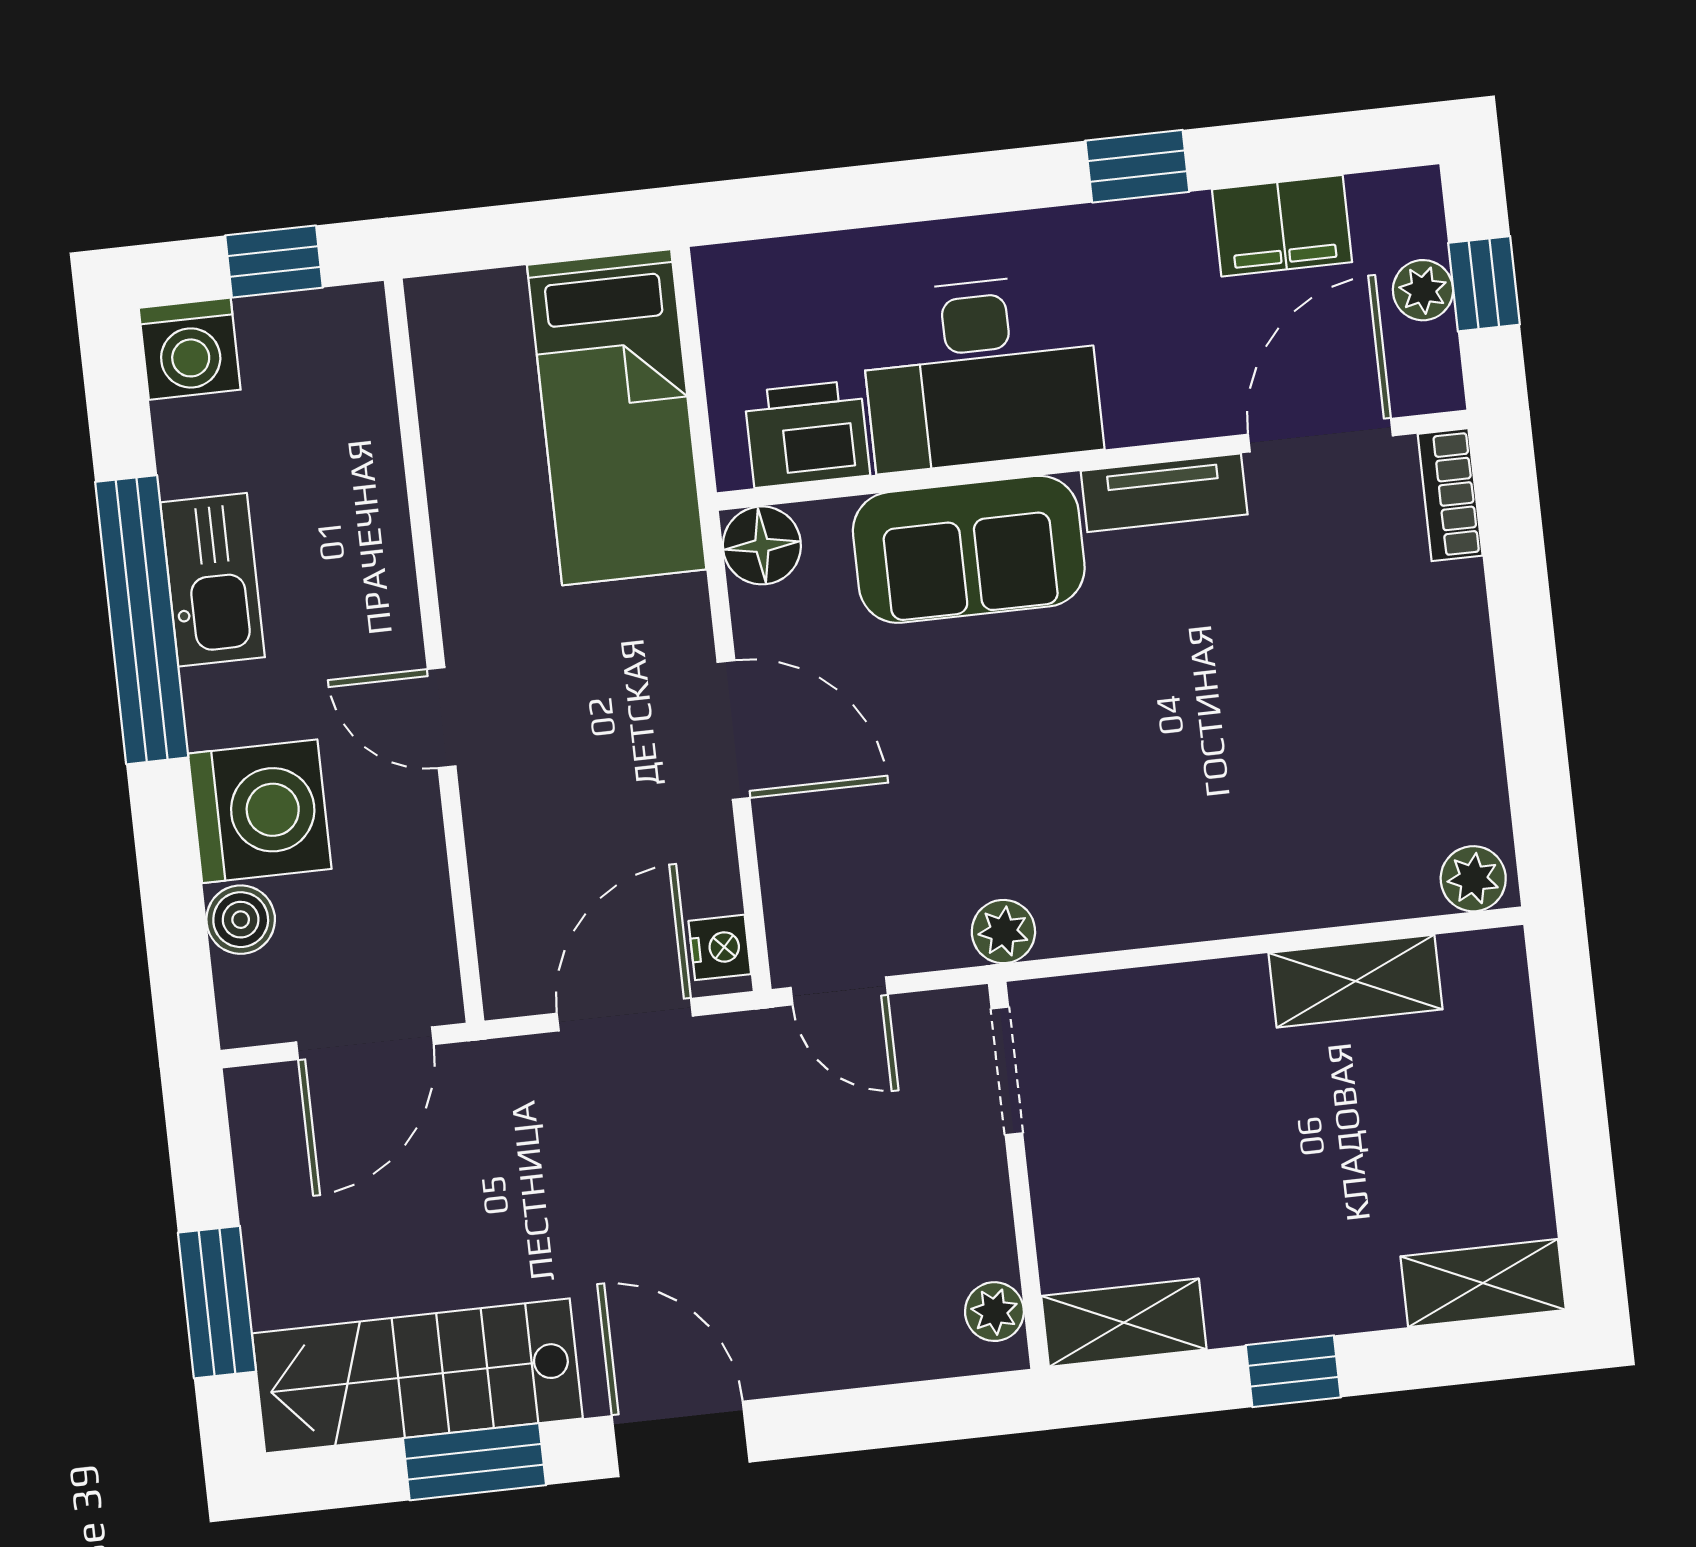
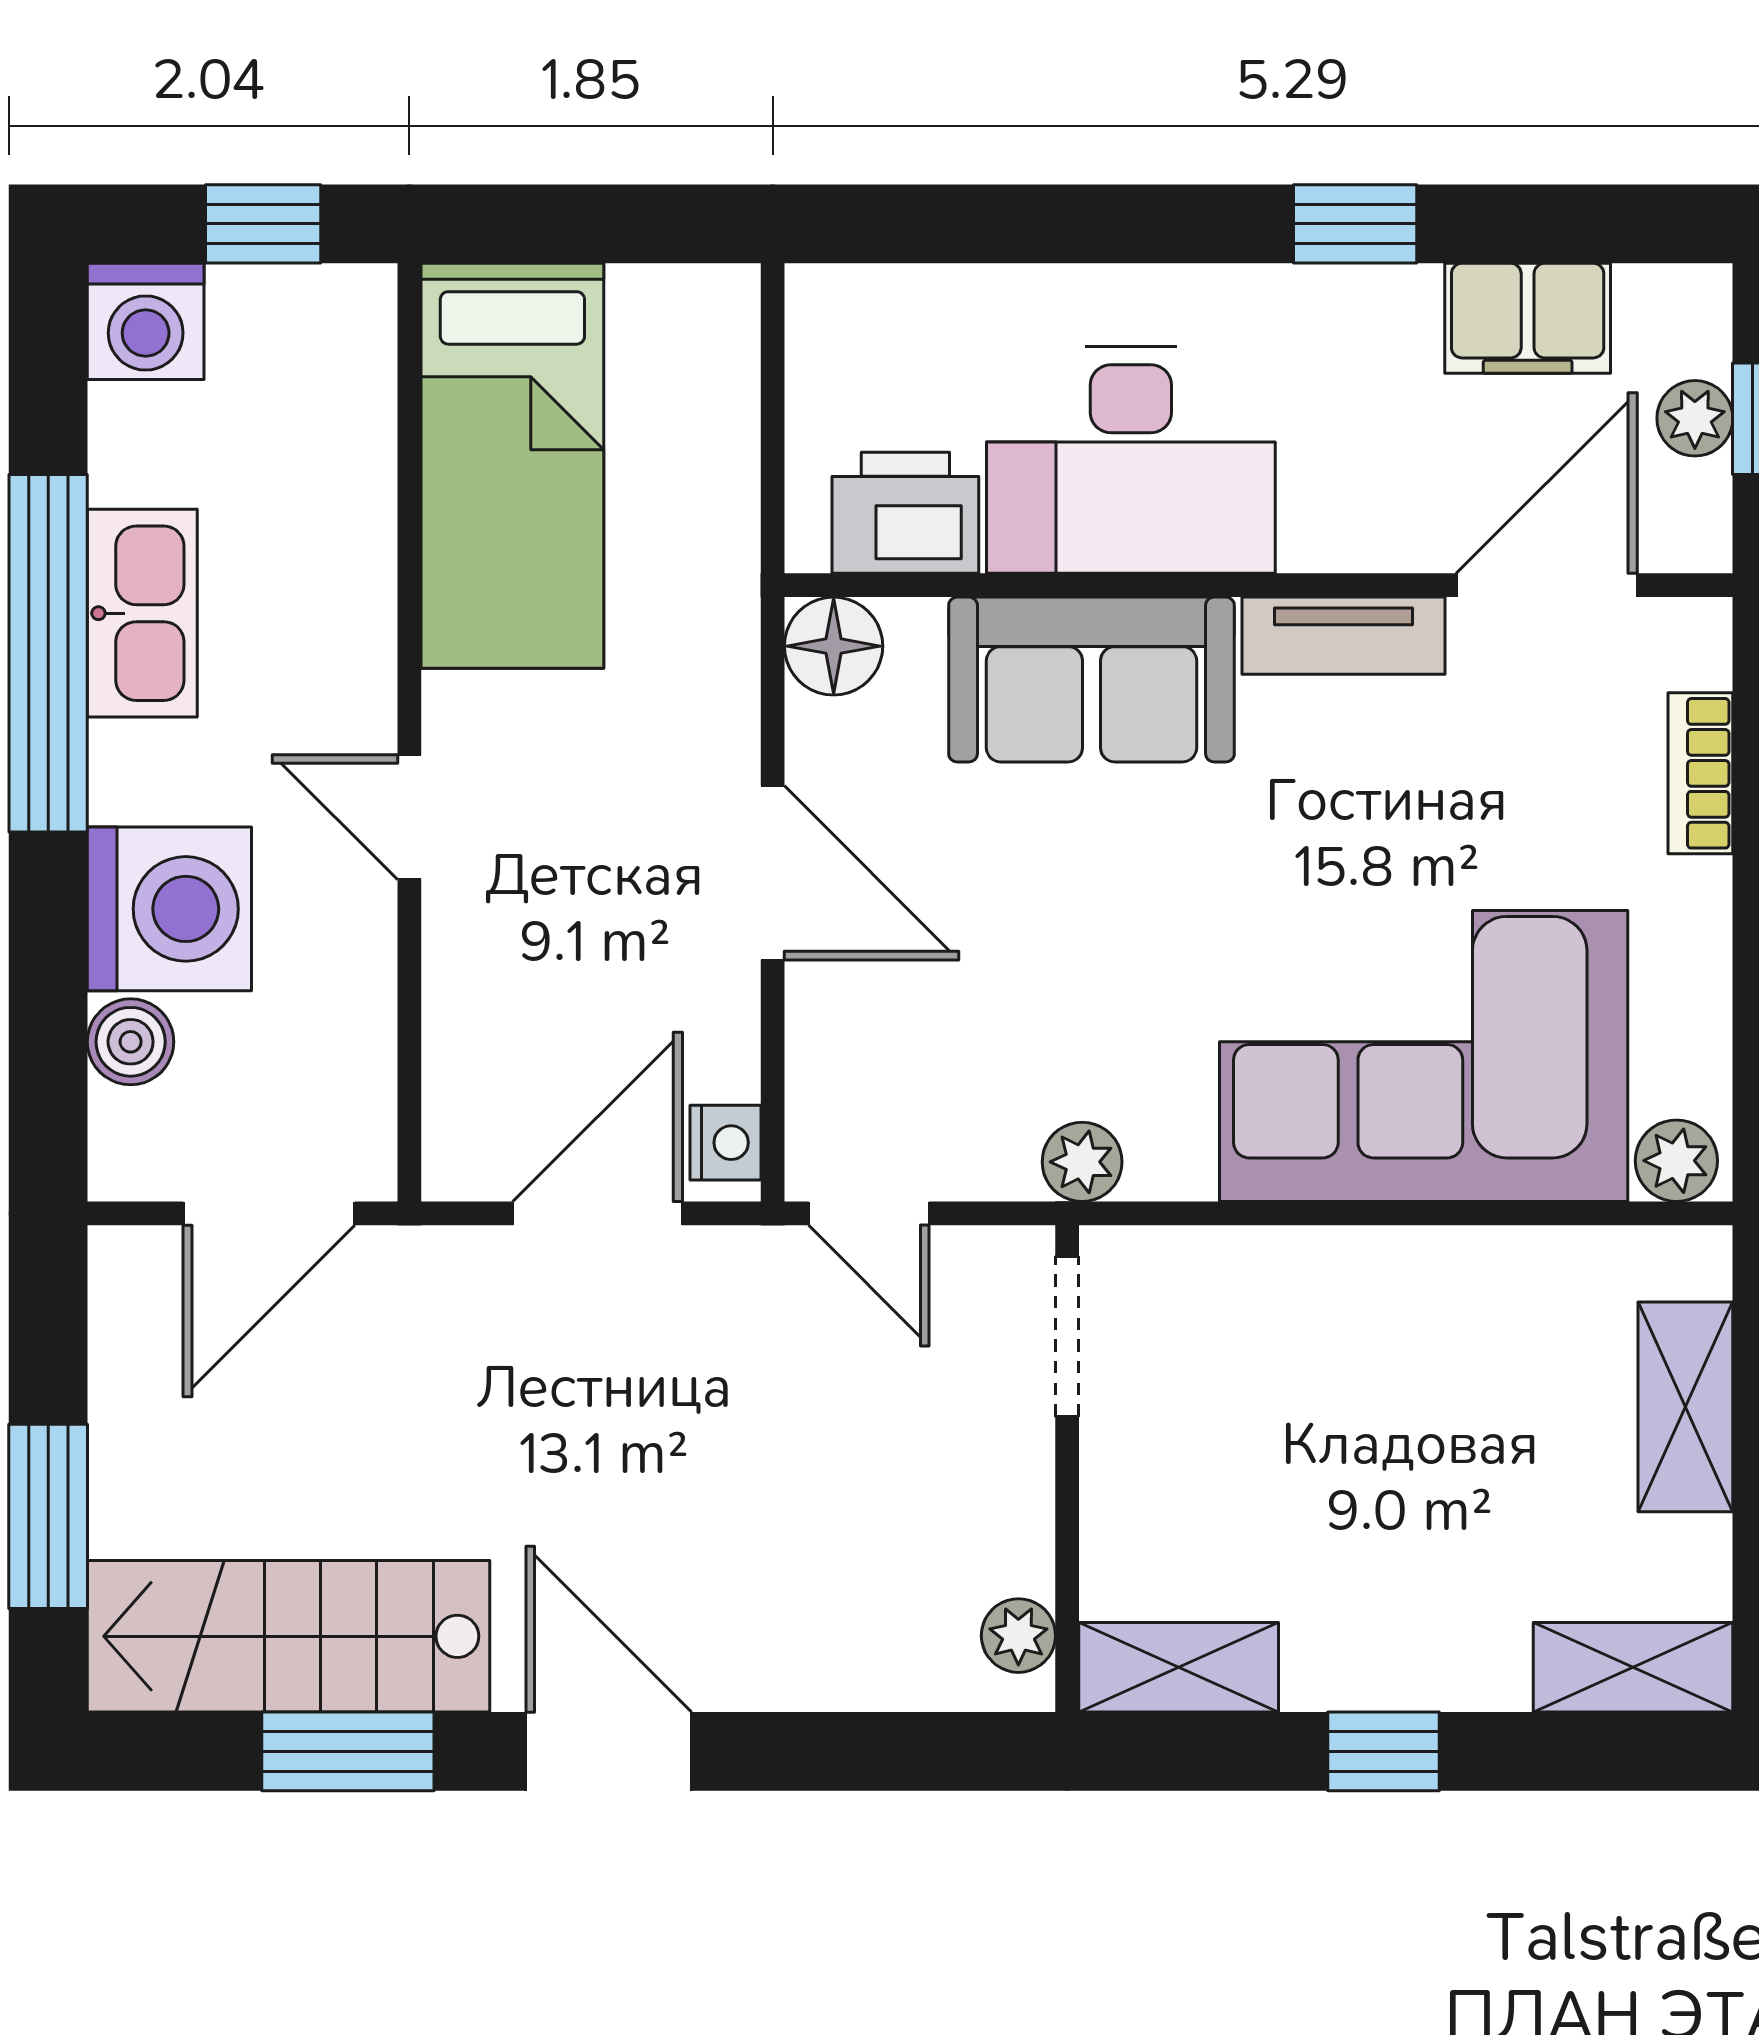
bed: (617, 417) -> (512, 466), moved
bookcase: (1450, 495) -> (1700, 773), moved
corner sofa: (1264, 818) -> (1424, 1056), added
shelving: (1356, 981) -> (1685, 1407), moved, turned 90

